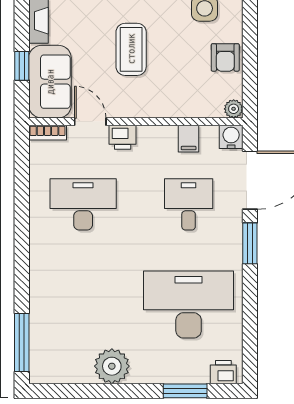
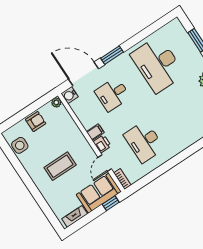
window: (22, 66) -> (111, 203), moved
filing cabinet: (189, 139) -> (95, 132), moved
printer: (223, 372) -> (178, 29), removed

